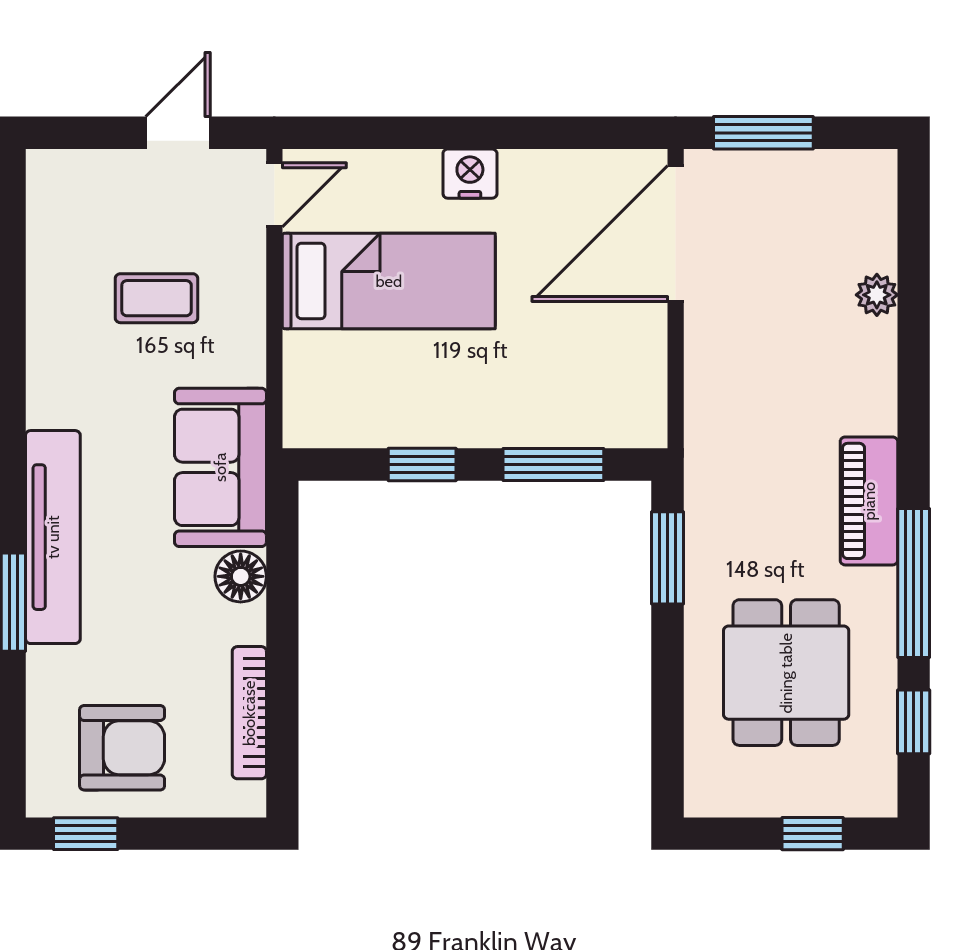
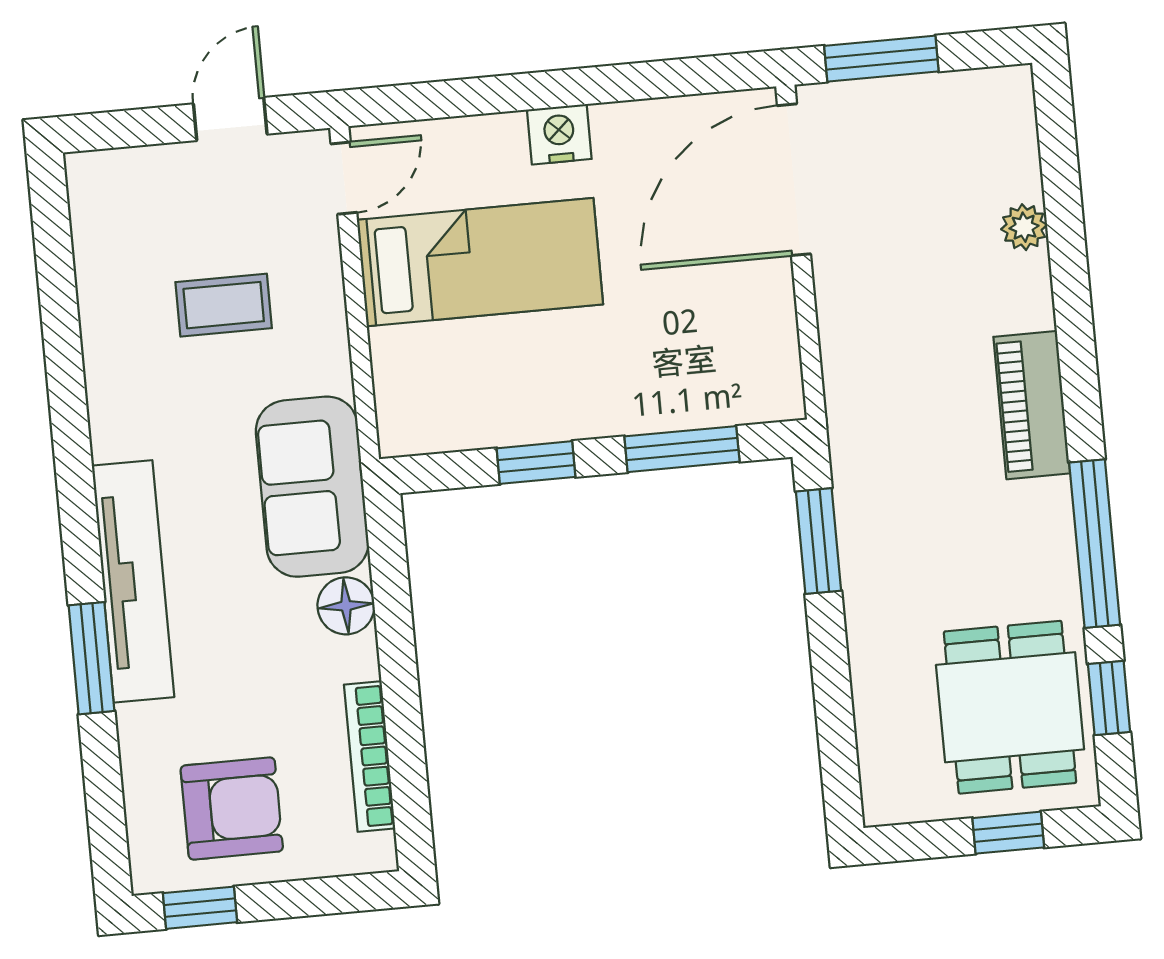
piano: (869, 501) -> (1032, 405), moved
dining table: (786, 673) -> (1010, 707), moved

